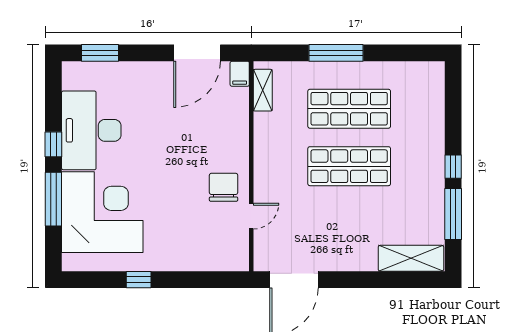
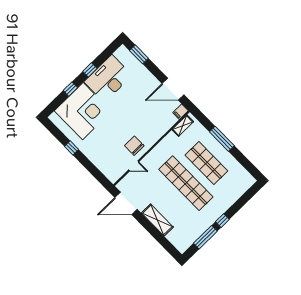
shop shelf: (349, 166) -> (186, 183), width x1.40
chair: (224, 187) -> (134, 146), turned -90
window: (53, 199) -> (70, 89), width x0.46
shelving: (411, 258) -> (157, 220), moved

